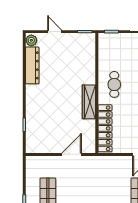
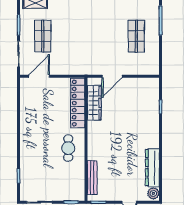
bench: (91, 56) -> (92, 178), added
wardrobe: (89, 102) -> (94, 103), moved

